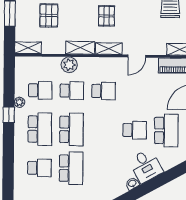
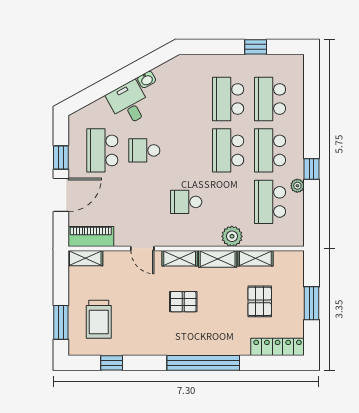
pallet: (106, 16) -> (183, 302), turned 90
shelving: (28, 48) -> (255, 258), moved
door: (137, 56) -> (142, 249), swing flipped
school desk: (40, 90) -> (270, 202), width x1.85
school desk: (72, 91) -> (228, 202), removed
school desk: (39, 168) -> (270, 99), width x1.85

